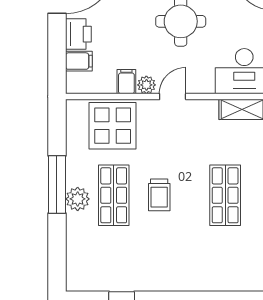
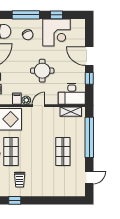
trolley: (159, 195) -> (20, 180), moved

